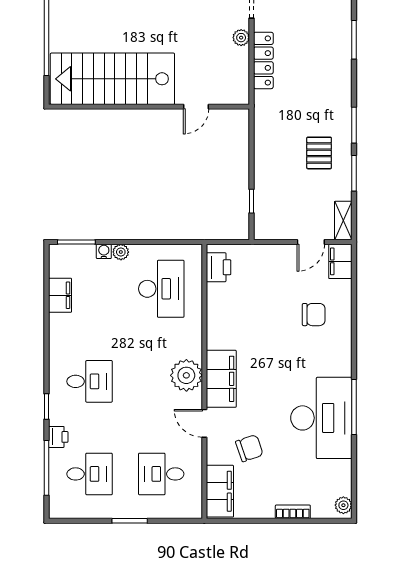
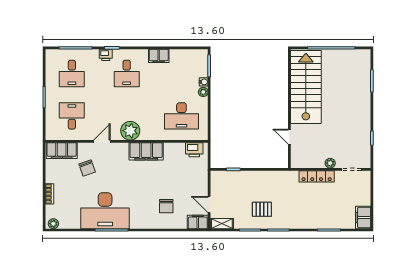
filing cabinet: (60, 295) -> (159, 56), moved
filing cabinet: (221, 379) -> (146, 151), moved
printer: (58, 437) -> (106, 55), moved

